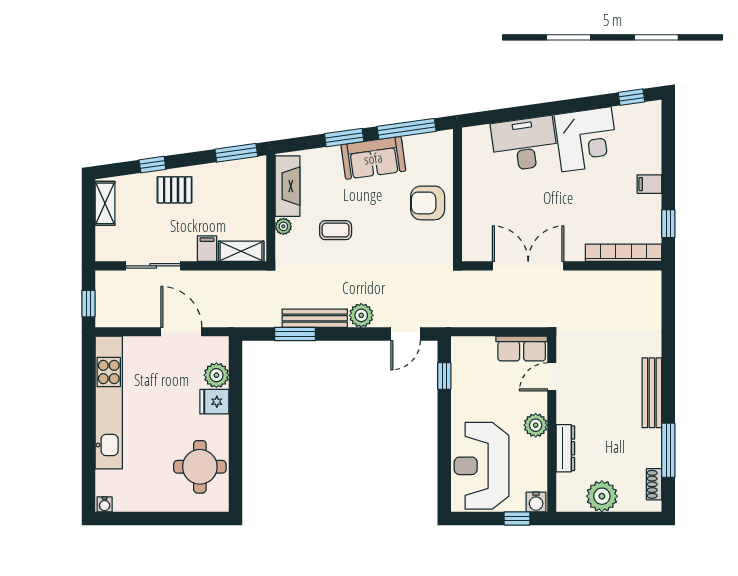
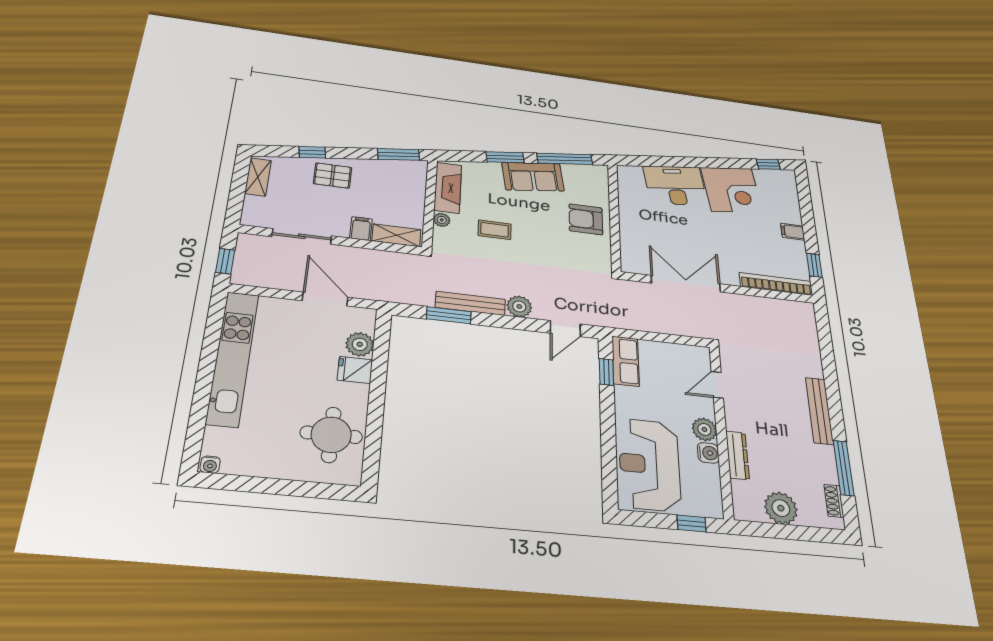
row of seats: (522, 348) -> (626, 361), moved, turned -90
water cooler: (536, 502) -> (708, 453), moved, turned -90

